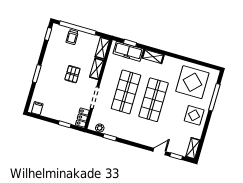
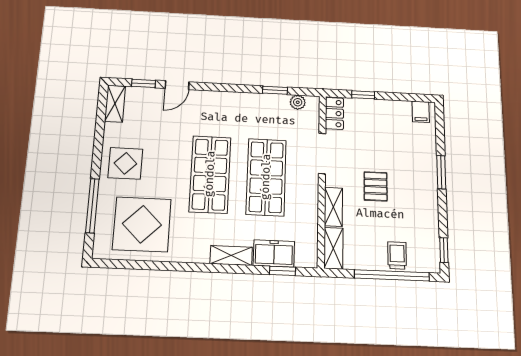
freezer: (128, 51) -> (274, 253), width x0.71

